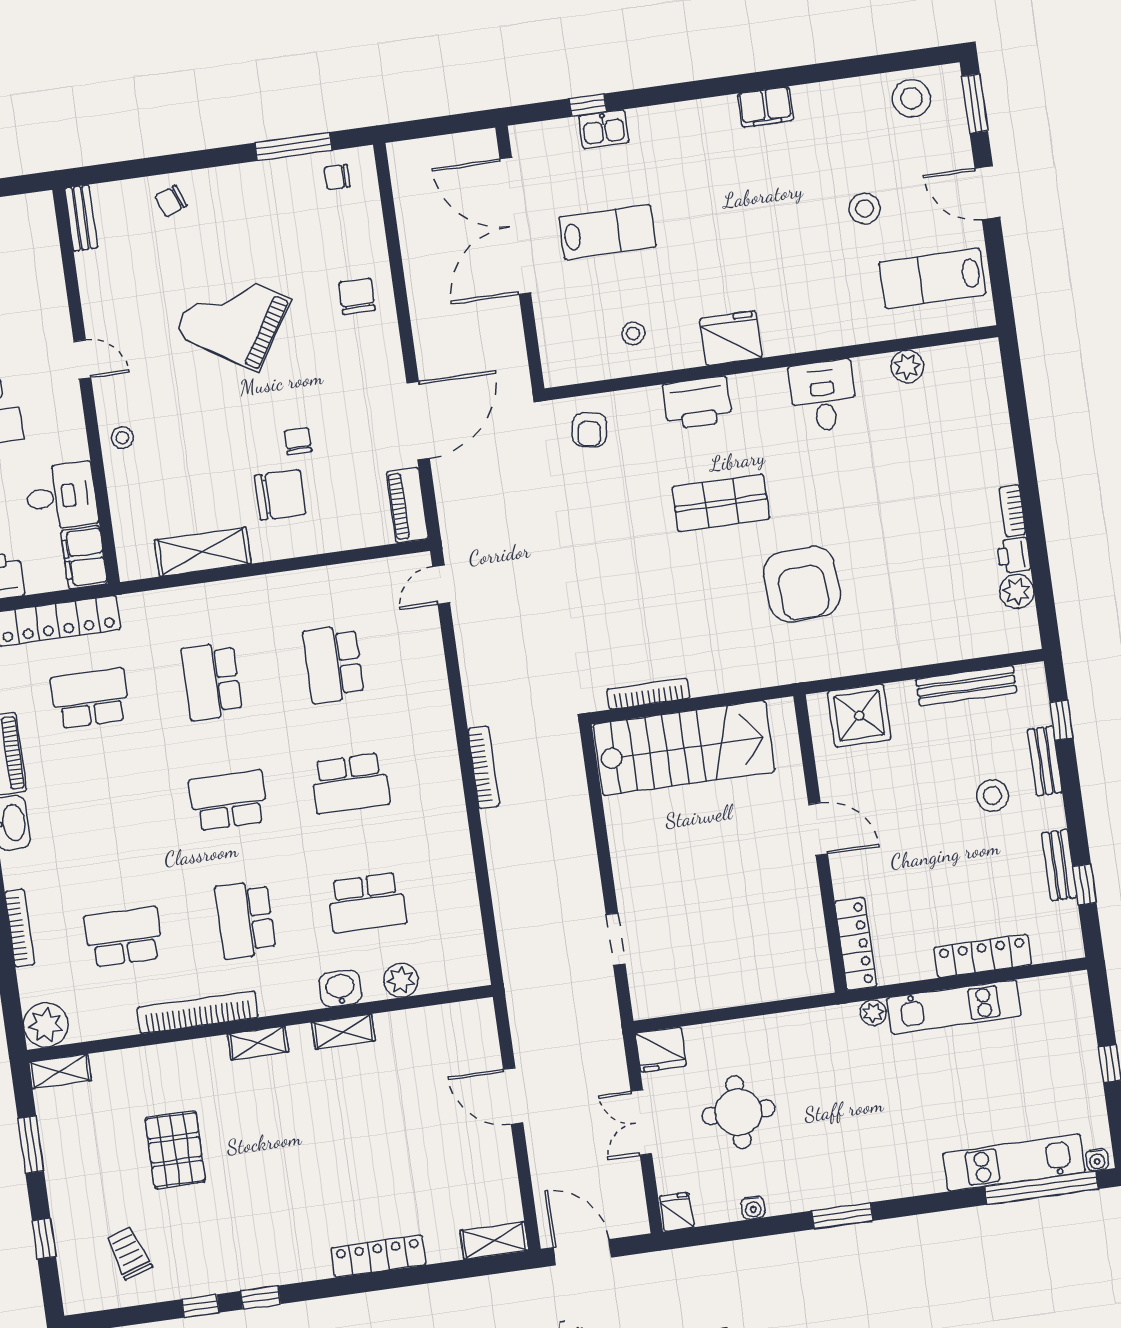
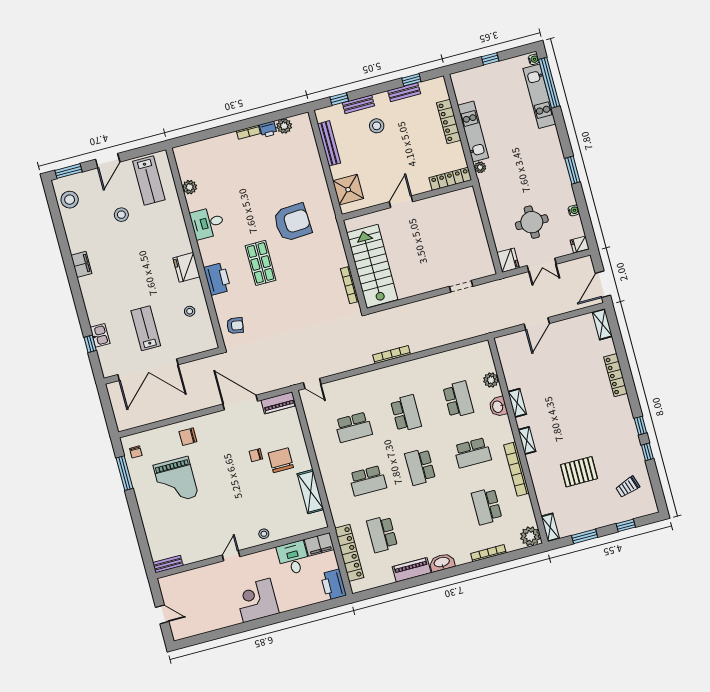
chair: (171, 201) -> (156, 525), removed
grand piano: (233, 317) -> (176, 481), moved, turned -32

